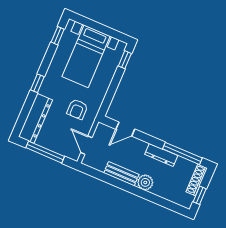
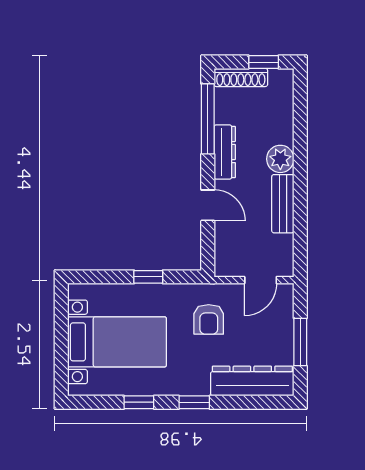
window: (58, 36) -> (139, 402), moved
window: (125, 60) -> (148, 277), moved
armchair: (77, 109) -> (209, 319), turned 90
door: (125, 129) -> (208, 205), moved
window: (45, 152) -> (300, 342), width x0.69

